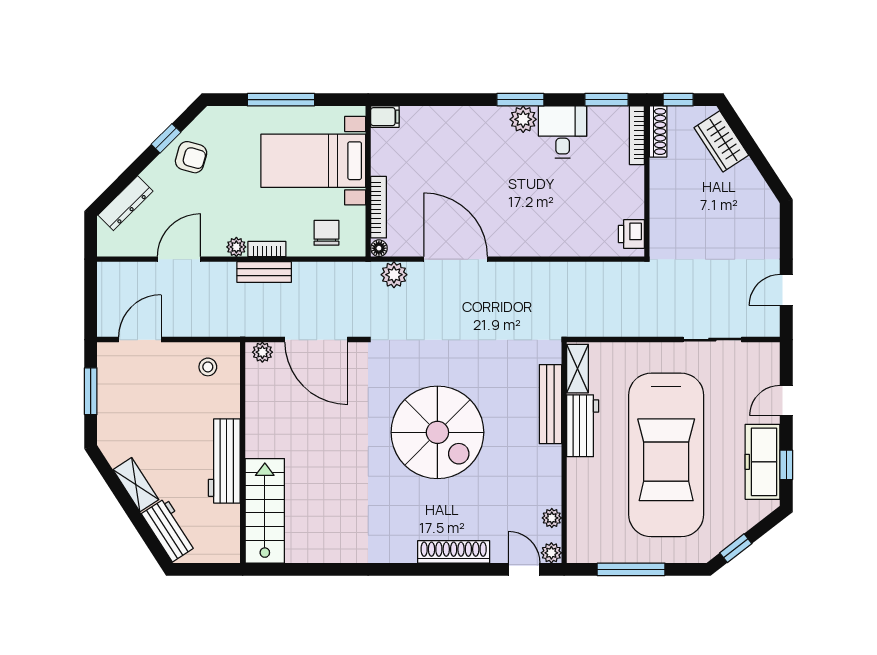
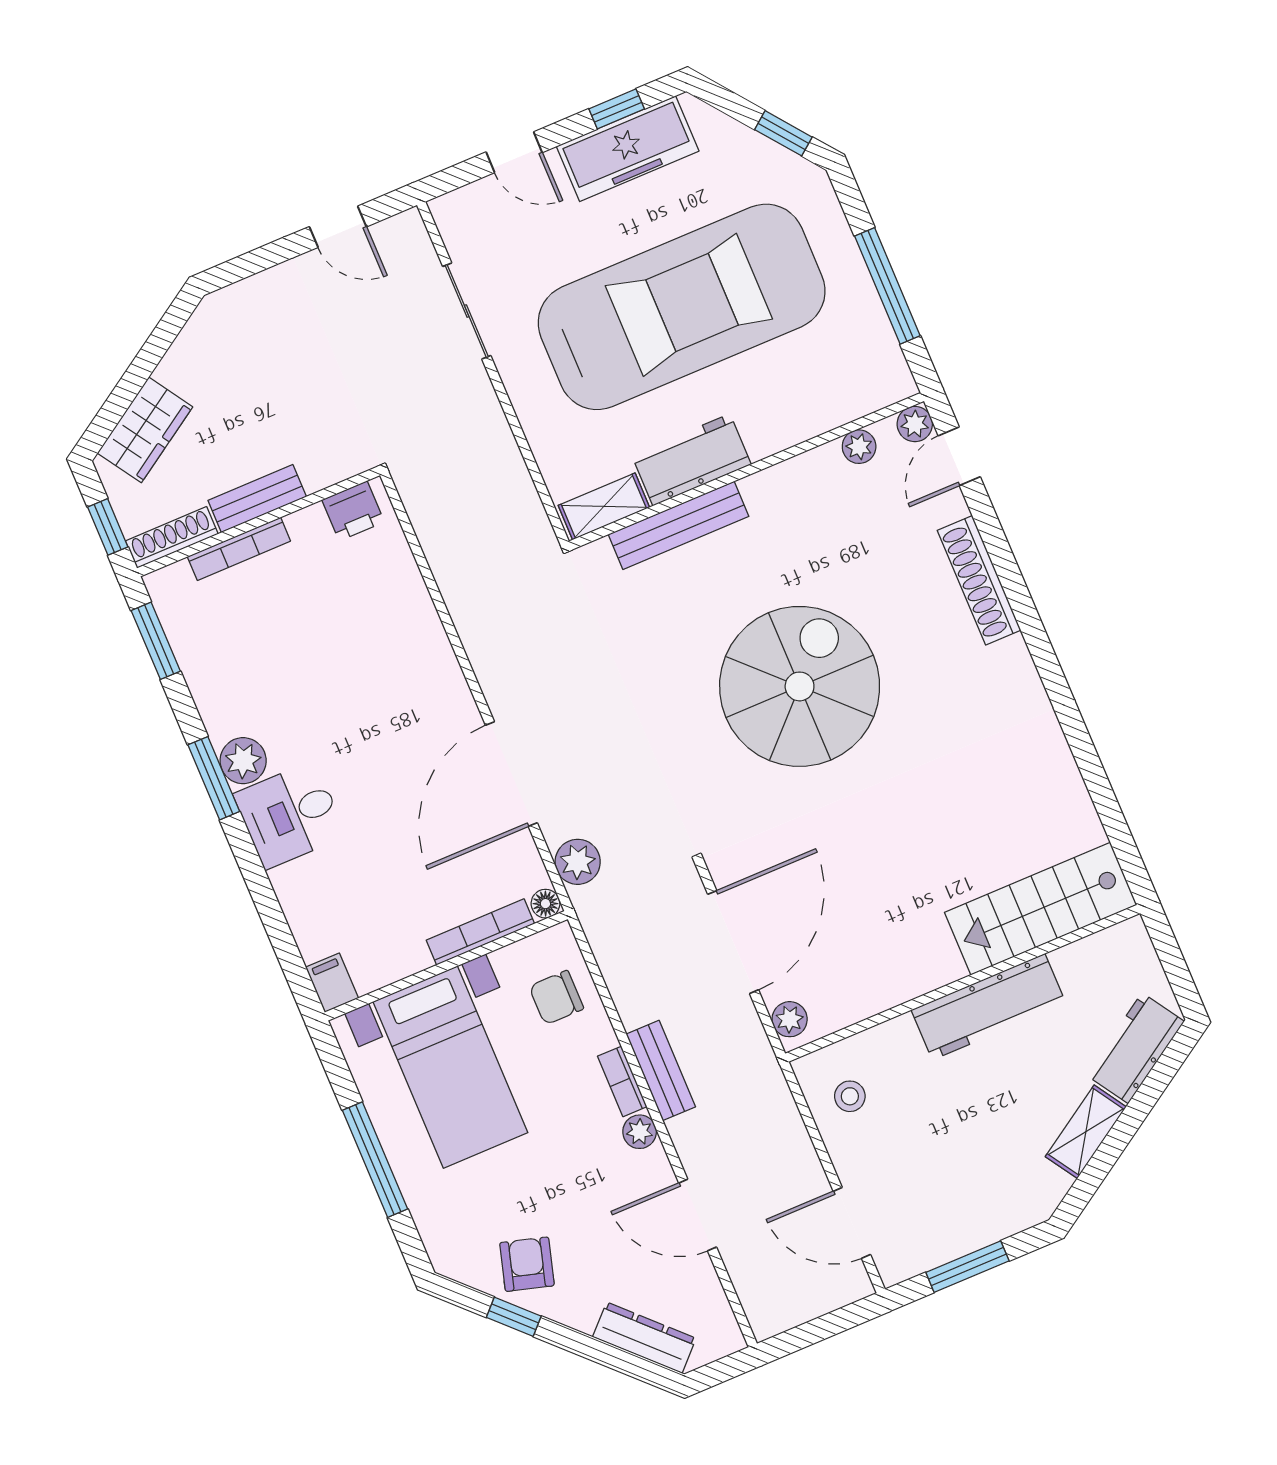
desk: (563, 132) -> (290, 815), moved
bookcase: (637, 135) -> (239, 549), moved
bench: (660, 186) -> (257, 499), added

